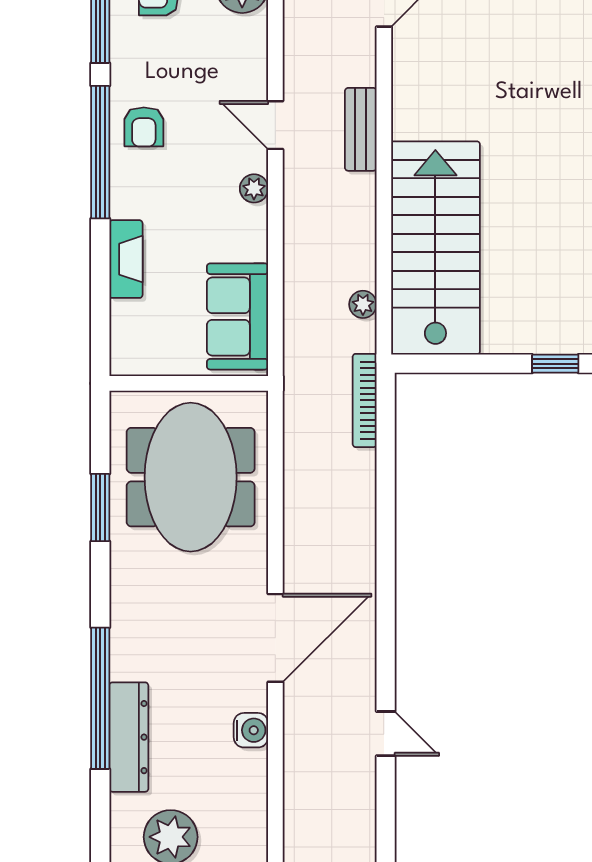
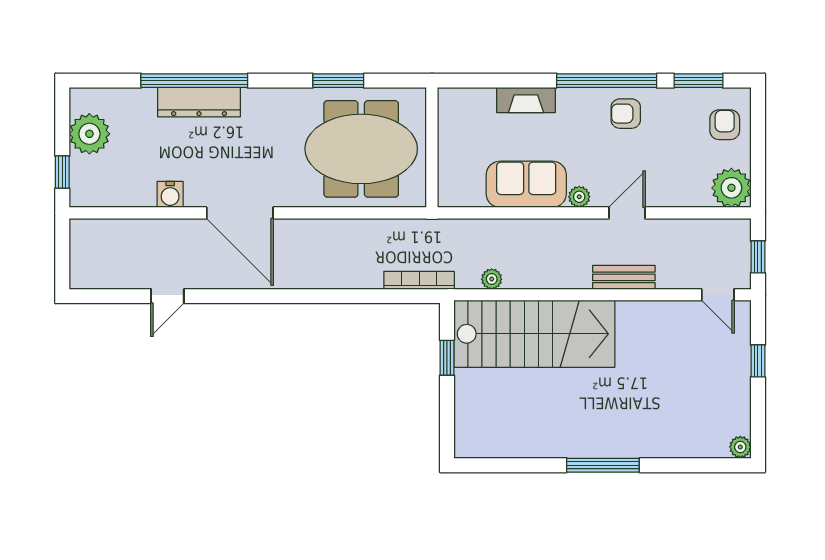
sofa: (238, 316) -> (526, 184), moved
window: (555, 364) -> (447, 358), moved
dresser: (129, 737) -> (199, 102), moved

